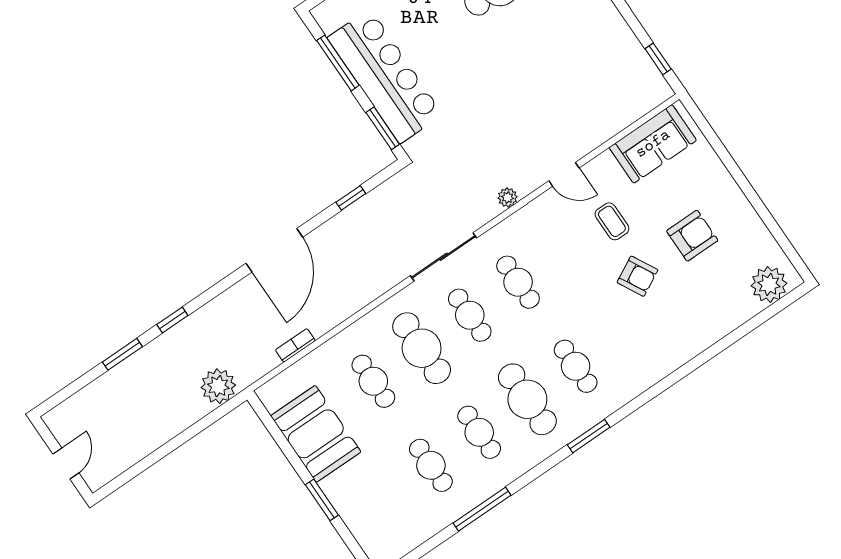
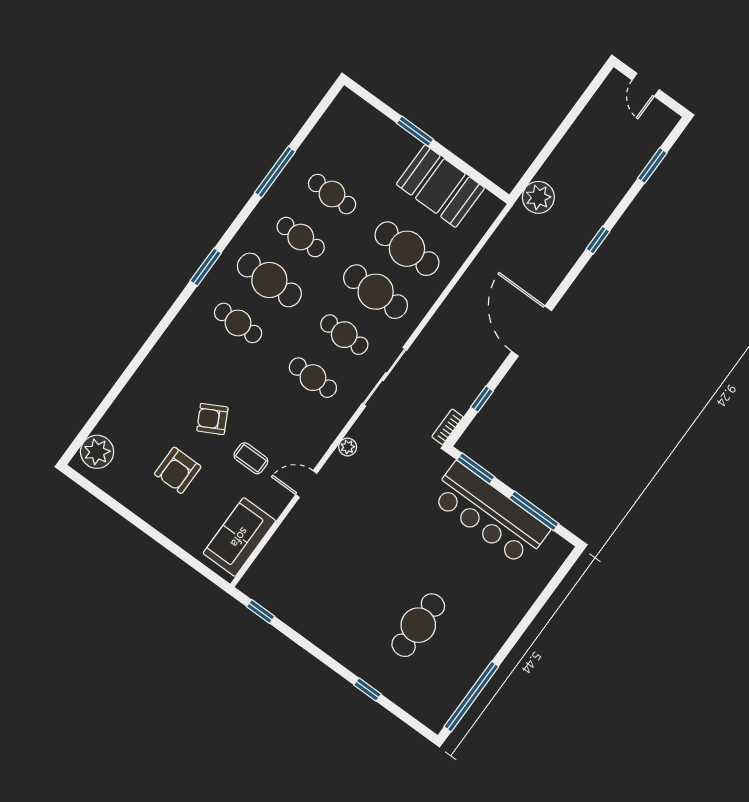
bookcase: (295, 345) -> (447, 427), moved, turned 180
window: (122, 354) -> (652, 166), moved
cafe table: (373, 381) -> (407, 249), width x1.37, depth x1.35

